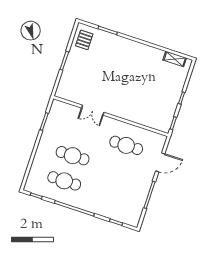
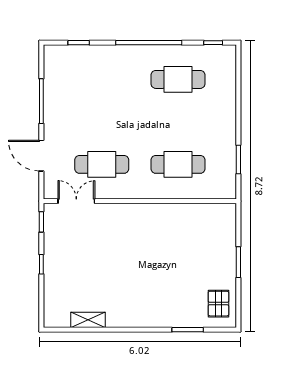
shelving: (175, 59) -> (88, 320), moved
double door: (93, 110) -> (76, 201), moved
cafe table: (73, 156) -> (178, 164), moved
door: (160, 162) -> (41, 156), hinge flipped

